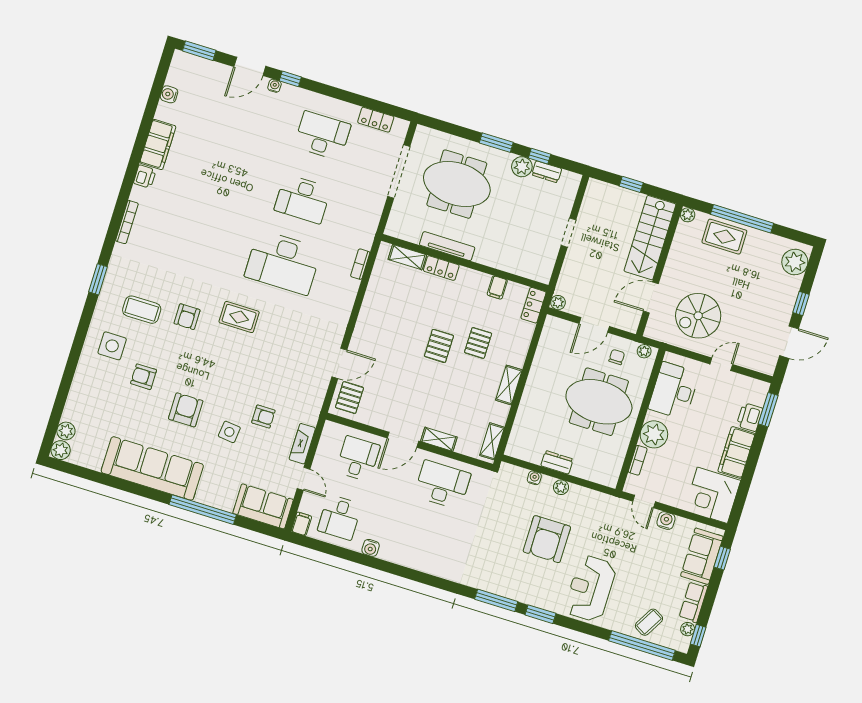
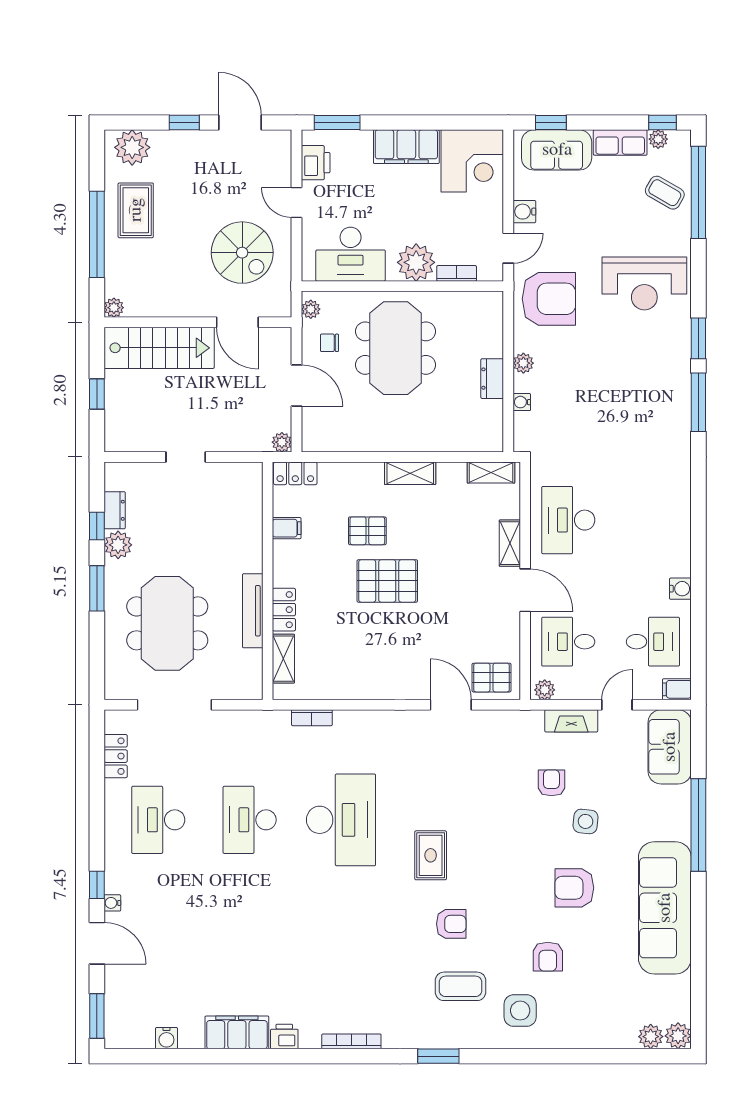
desk: (303, 199) -> (250, 820), turned 180
rug: (724, 237) -> (136, 210), moved
coffee table: (142, 310) -> (461, 986), turned 90
pallet: (439, 346) -> (387, 581), width x1.50, depth x1.42
printer: (750, 417) -> (316, 163), moved, turned -90
plant: (330, 432) -> (545, 690), added
armchair: (547, 539) -> (549, 299), moved

